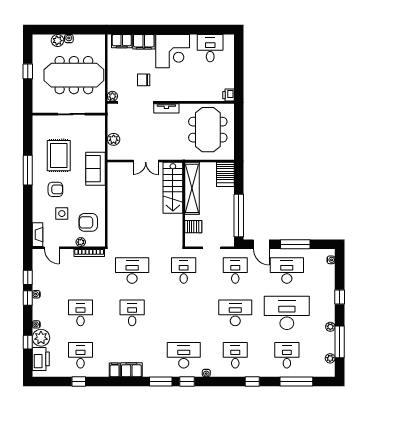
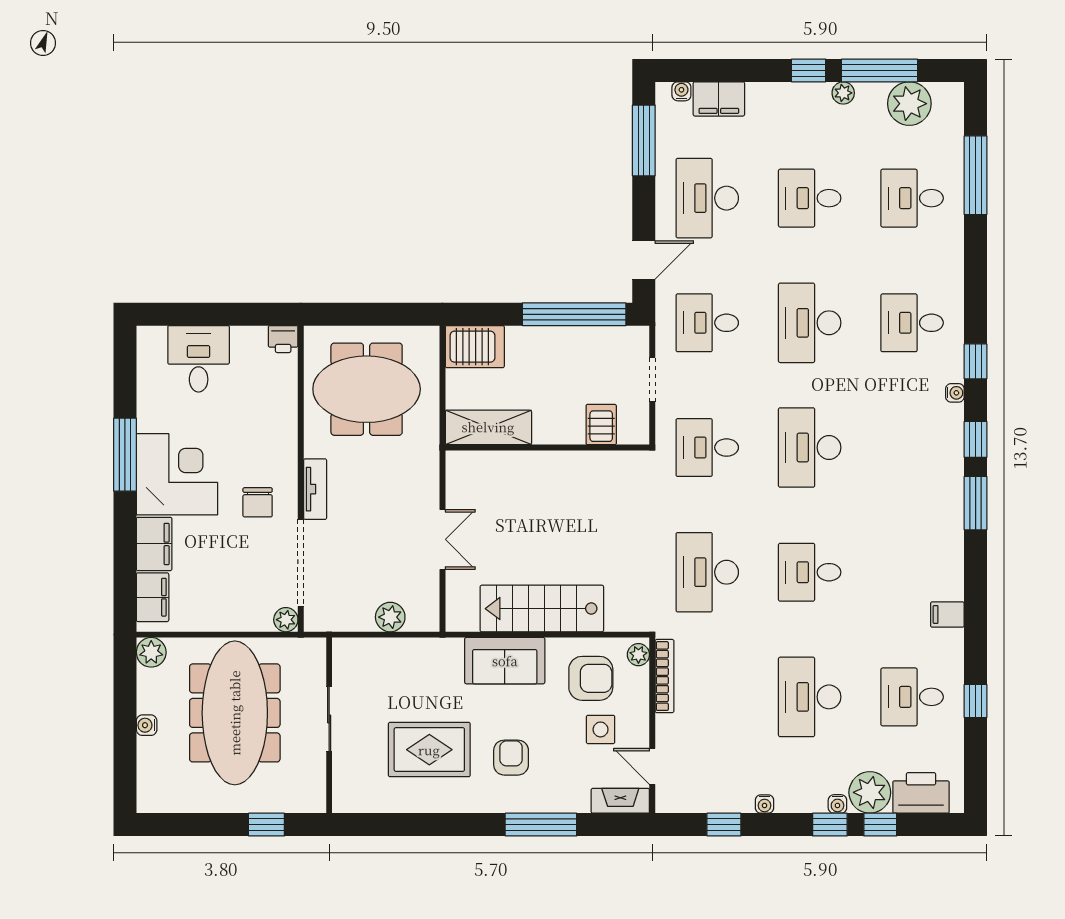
window: (181, 30) -> (125, 455), added
plant: (57, 41) -> (151, 652), moved
desk: (210, 48) -> (199, 359), moved, turned 90
window: (28, 71) -> (266, 825), moved
chair: (144, 80) -> (258, 502), moved
sofa: (96, 169) -> (505, 661), moved
window: (28, 170) -> (541, 825), moved
stairs: (173, 188) -> (542, 609), moved, turned 180
shelving: (192, 188) -> (488, 427), width x0.68
side table: (62, 214) -> (601, 729), moved
armchair: (88, 222) -> (591, 678), turned -90
plant: (81, 242) -> (638, 655), moved
window: (295, 244) -> (644, 140), moved
door: (52, 248) -> (652, 766), swing flipped
window: (340, 297) -> (809, 70), moved
window: (28, 298) -> (830, 825), moved
desk: (81, 313) -> (810, 697), width x1.37
desk: (287, 313) -> (810, 198), width x0.53, depth x0.77
desk: (184, 355) -> (810, 448), moved
plant: (330, 358) -> (909, 104), width x1.88, depth x1.88
filing cabinet: (131, 370) -> (719, 99), moved, turned -90
window: (252, 381) -> (976, 361), moved

